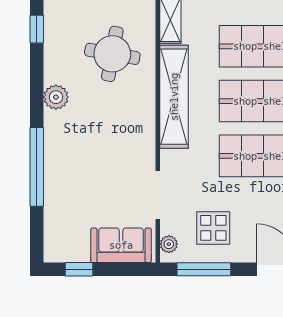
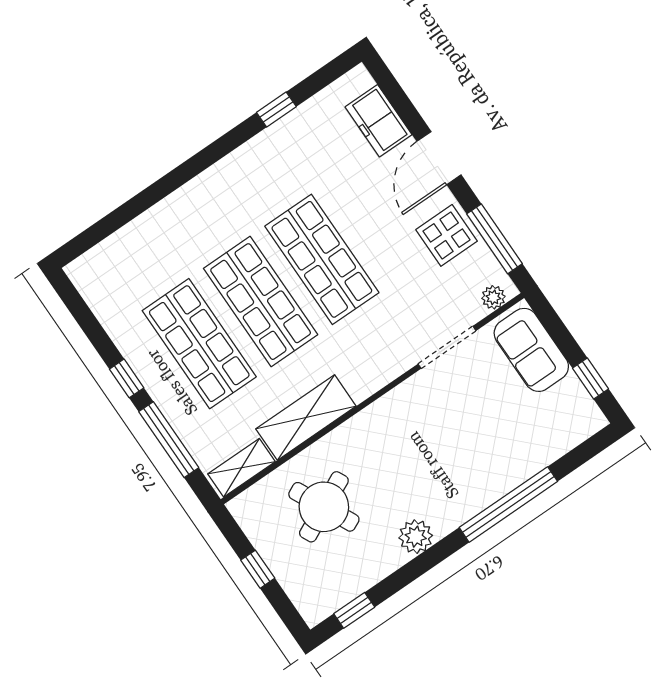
round table: (112, 54) -> (324, 507), turned -36
shelving: (174, 97) -> (306, 417), width x0.68
display table: (213, 228) -> (446, 235), moved

